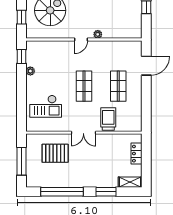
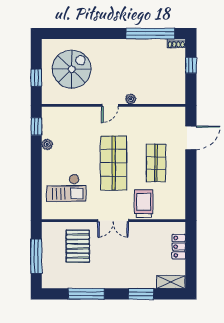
shop shelf: (84, 86) -> (114, 163), width x1.43, depth x1.36
pallet: (55, 153) -> (78, 246), turned 90
window: (62, 192) -> (86, 294), width x0.68

